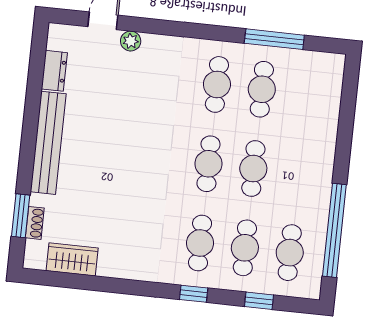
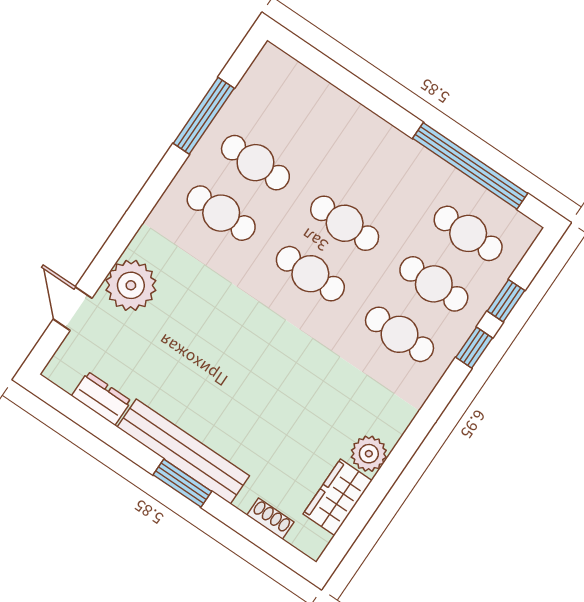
plant: (131, 41) -> (131, 285), width x1.88, depth x1.88
window: (21, 216) -> (182, 483), moved
plant: (111, 265) -> (369, 454), added
window: (194, 294) -> (474, 348), moved

